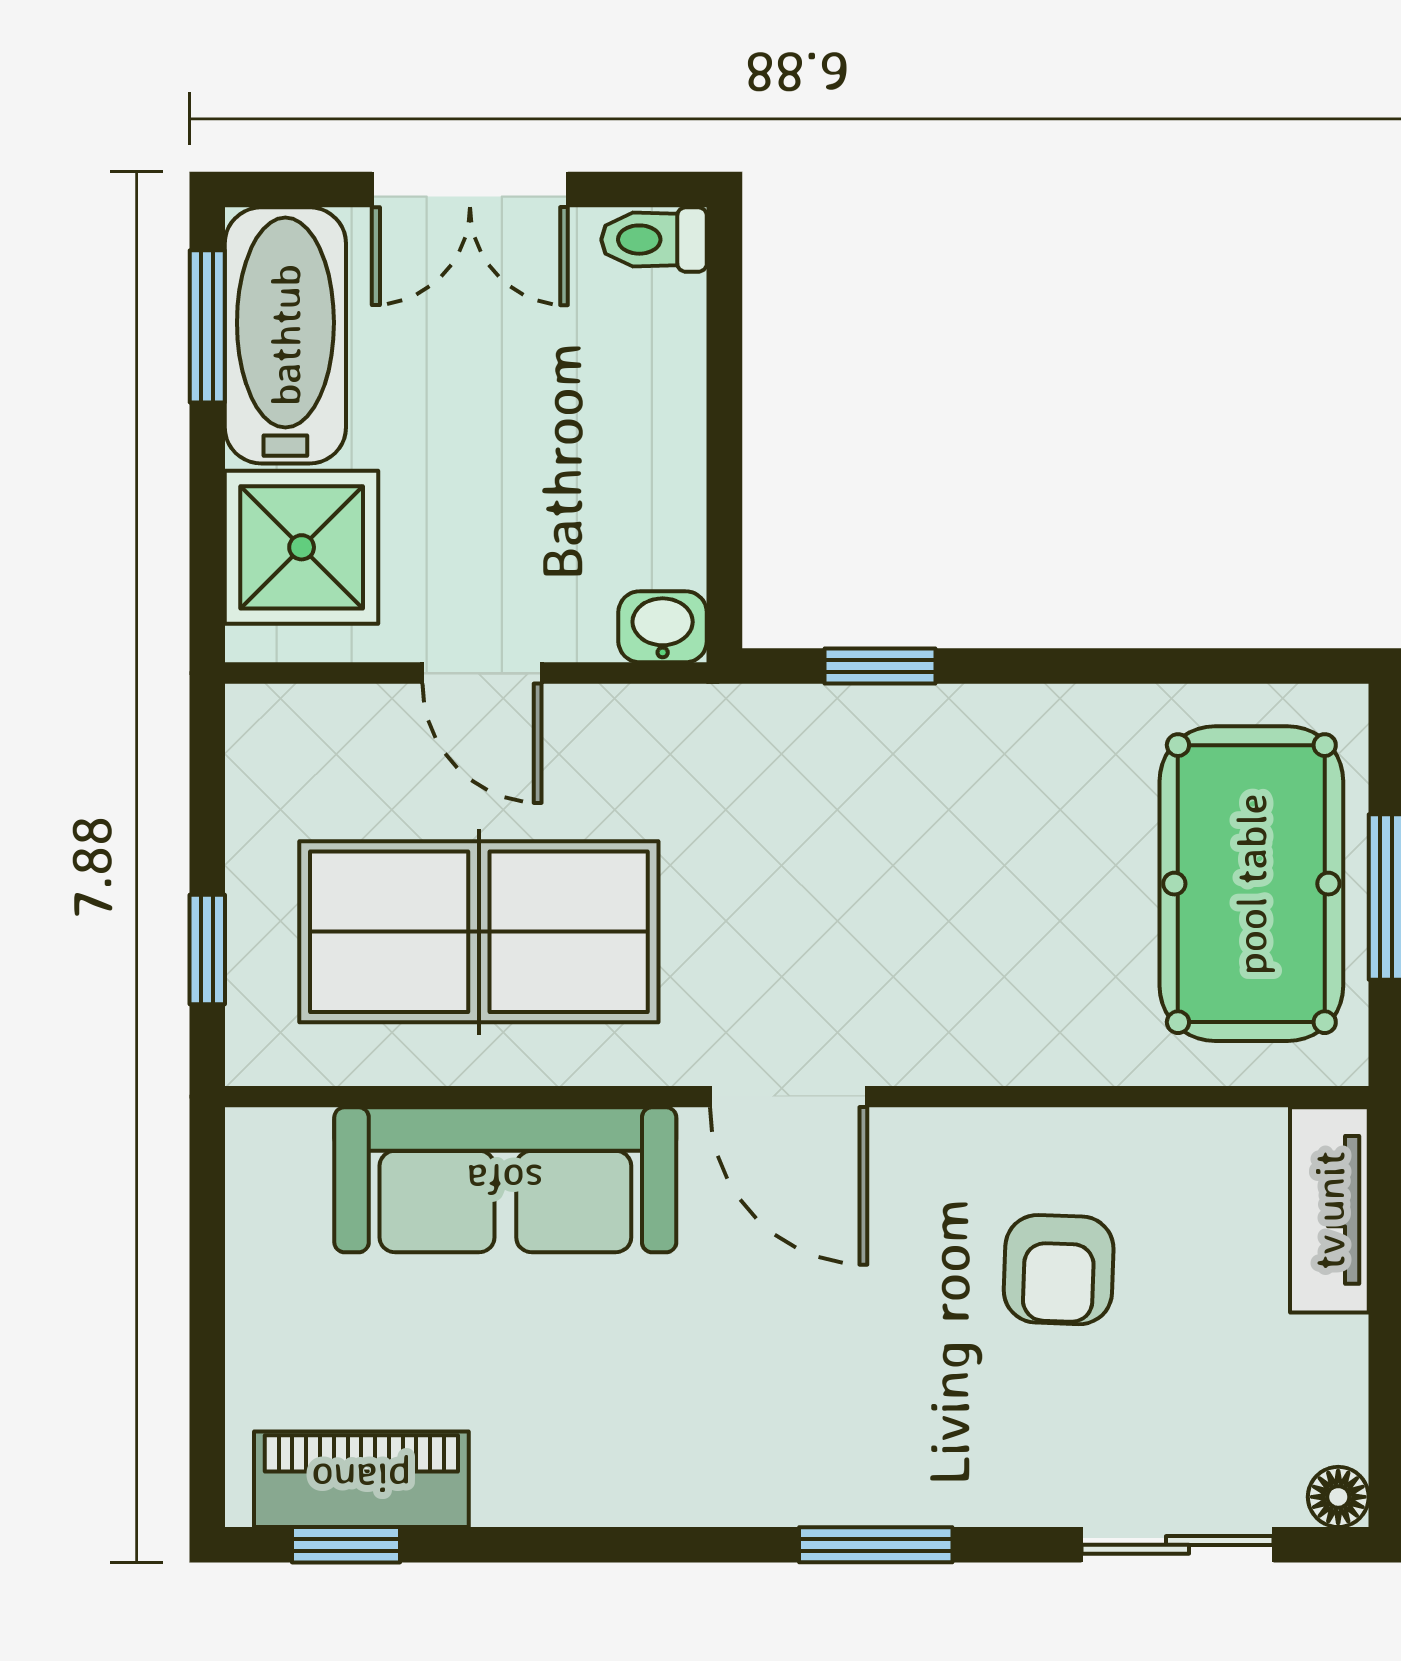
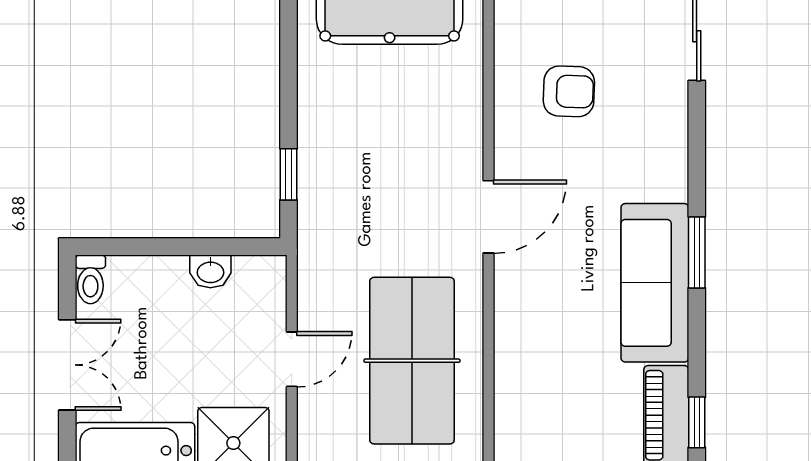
washbasin: (663, 627) -> (210, 271), moved, turned -90
sofa: (505, 1180) -> (655, 283), moved, turned 180
window: (876, 1545) -> (697, 252), moved

